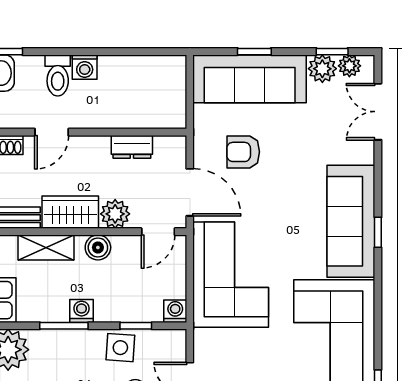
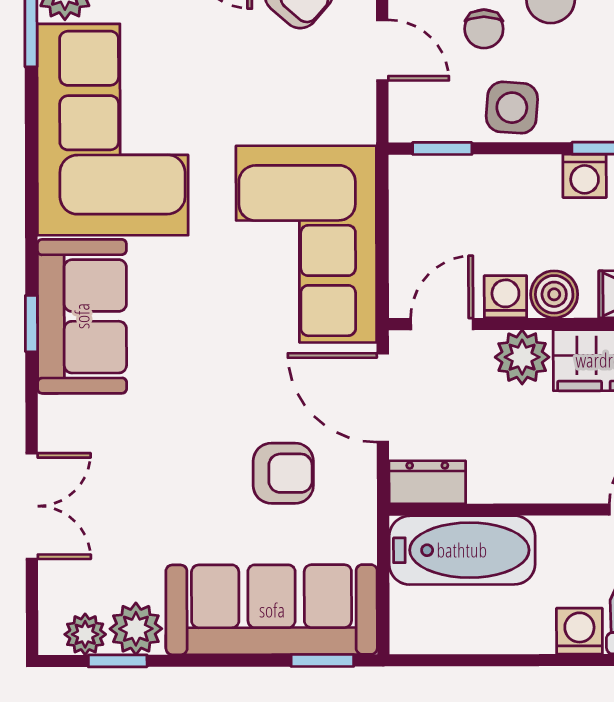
window: (254, 52) -> (322, 661), moved
bathtub: (147, 111) -> (462, 550), added
double door: (378, 112) -> (32, 506), moved
dresser: (132, 147) -> (427, 482), moved
sofa: (351, 221) -> (82, 316), width x0.73
washing machine: (175, 311) -> (505, 297), moved, turned 180
window: (136, 326) -> (442, 148), moved

